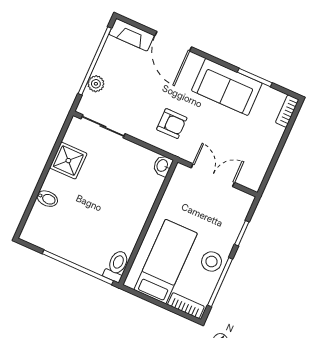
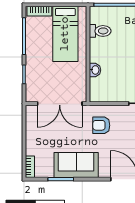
washbasin: (163, 166) -> (95, 70), moved
double door: (213, 175) -> (60, 104), width x1.37
stool: (211, 261) -> (36, 47), removed
toilet: (117, 266) -> (100, 31), moved, turned -90

